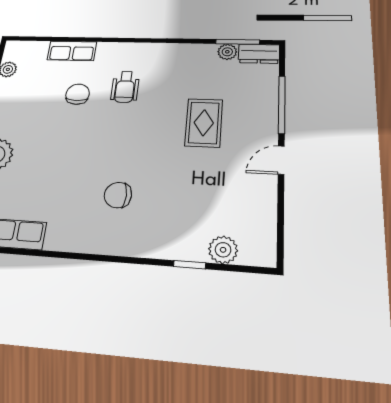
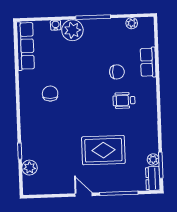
rug: (204, 123) -> (103, 150), width x1.36, depth x1.43
chair: (118, 195) -> (50, 94), moved

